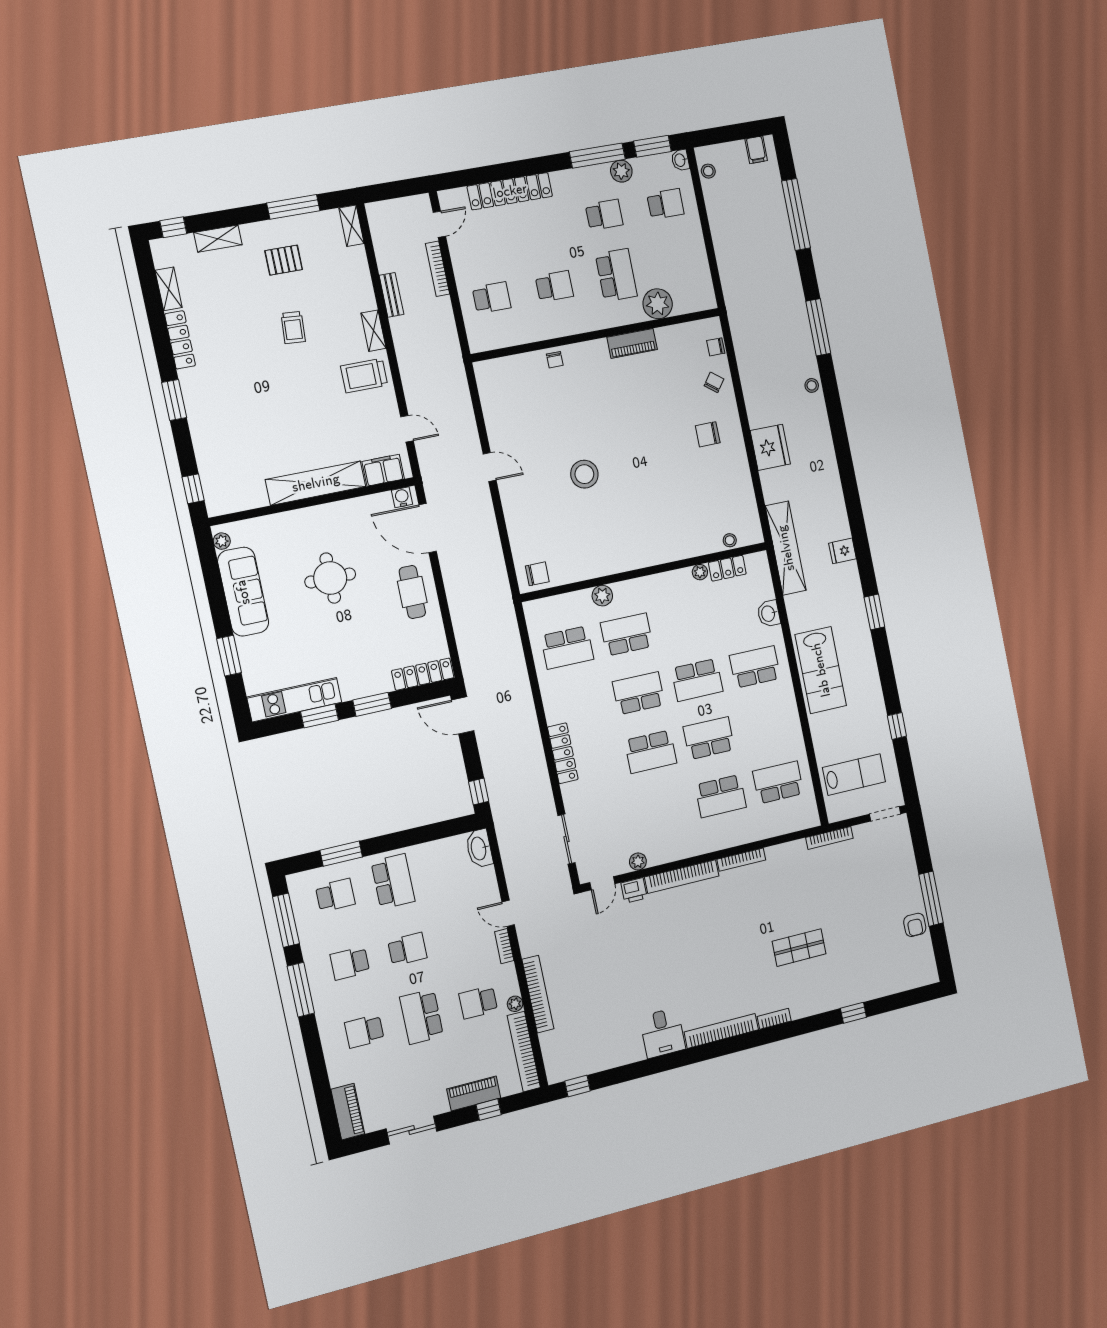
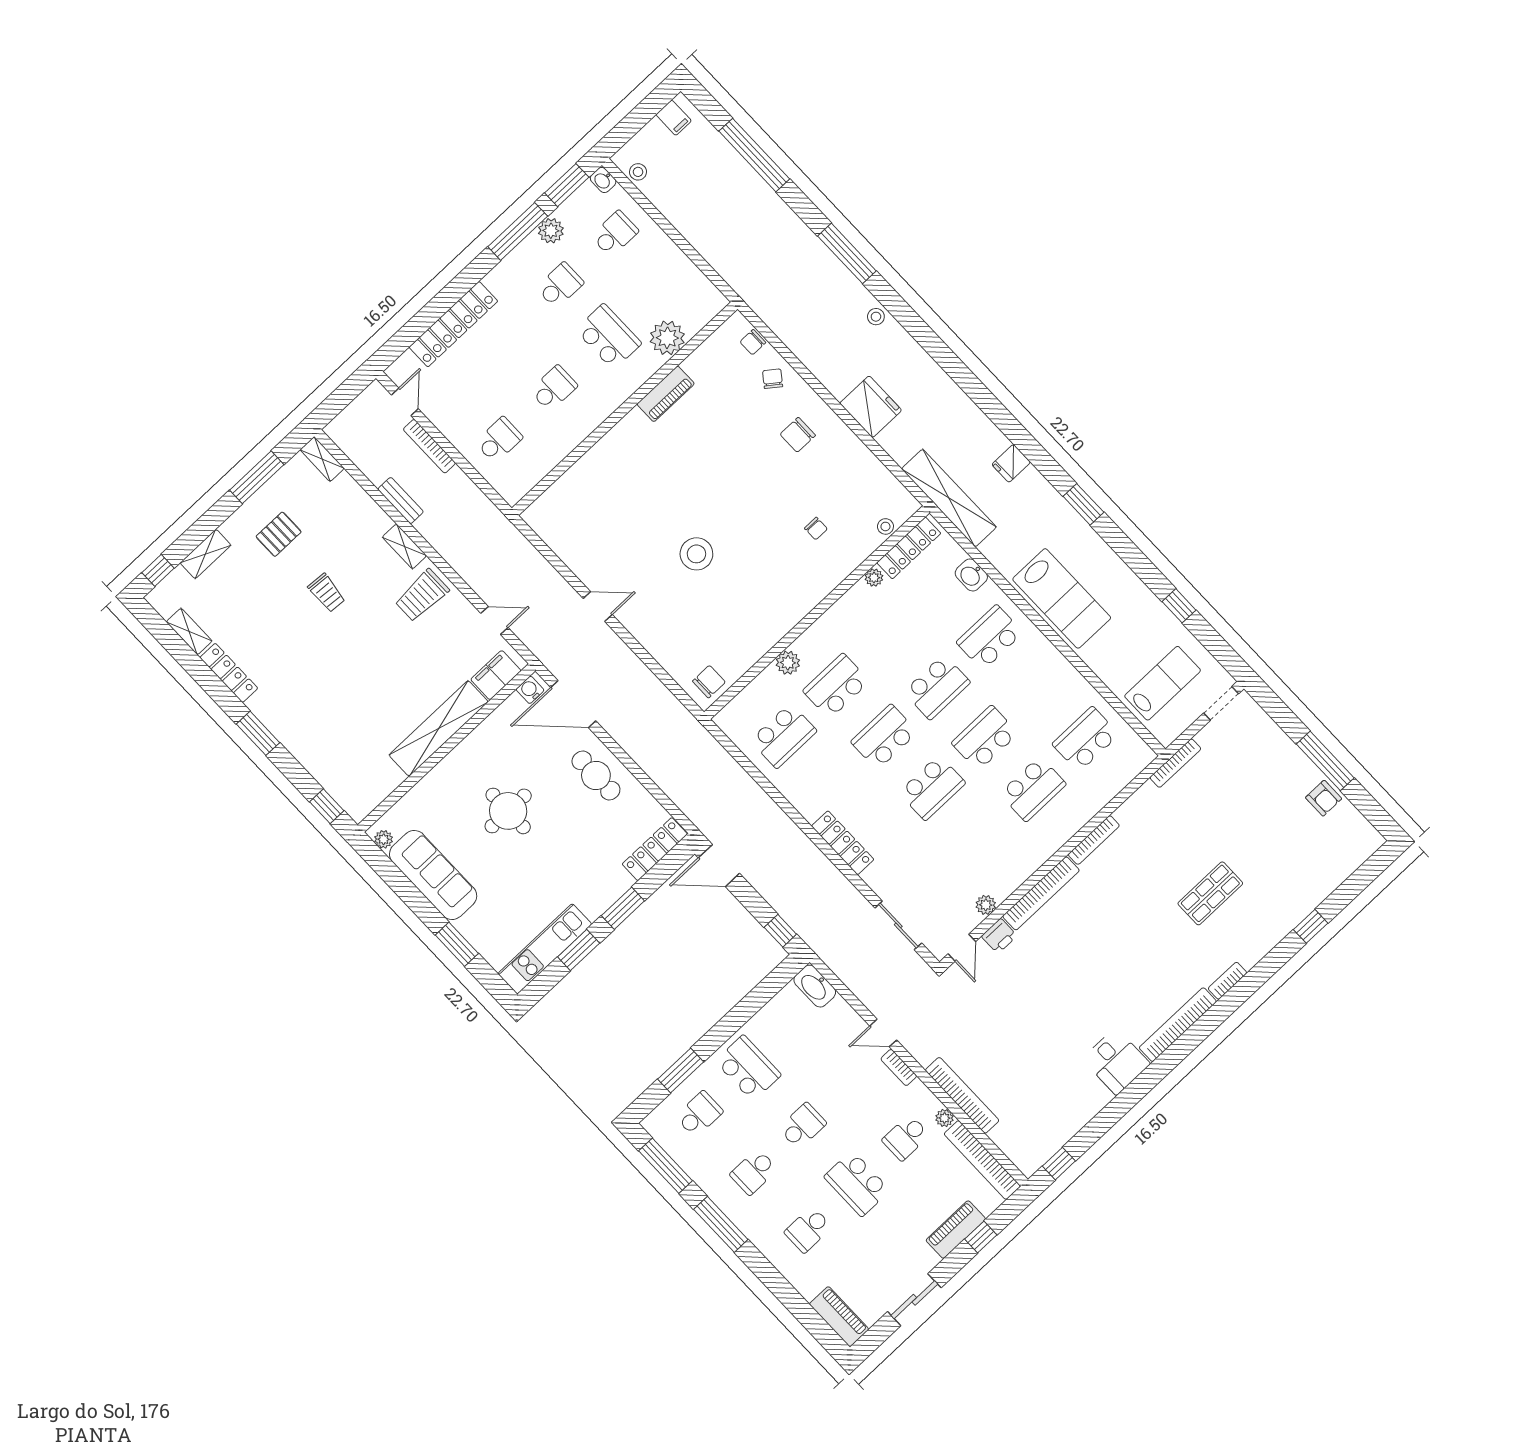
chair: (555, 360) -> (816, 529), moved
locker: (727, 568) -> (909, 548), width x1.53

